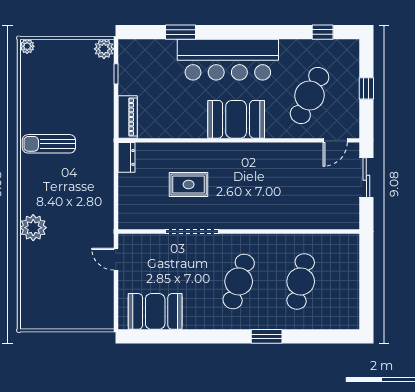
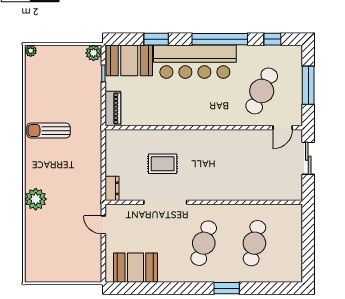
window: (258, 32) -> (220, 39), added
window: (366, 88) -> (308, 85), width x2.17
booth: (236, 119) -> (129, 60), moved
dresser: (126, 157) -> (112, 188), moved

